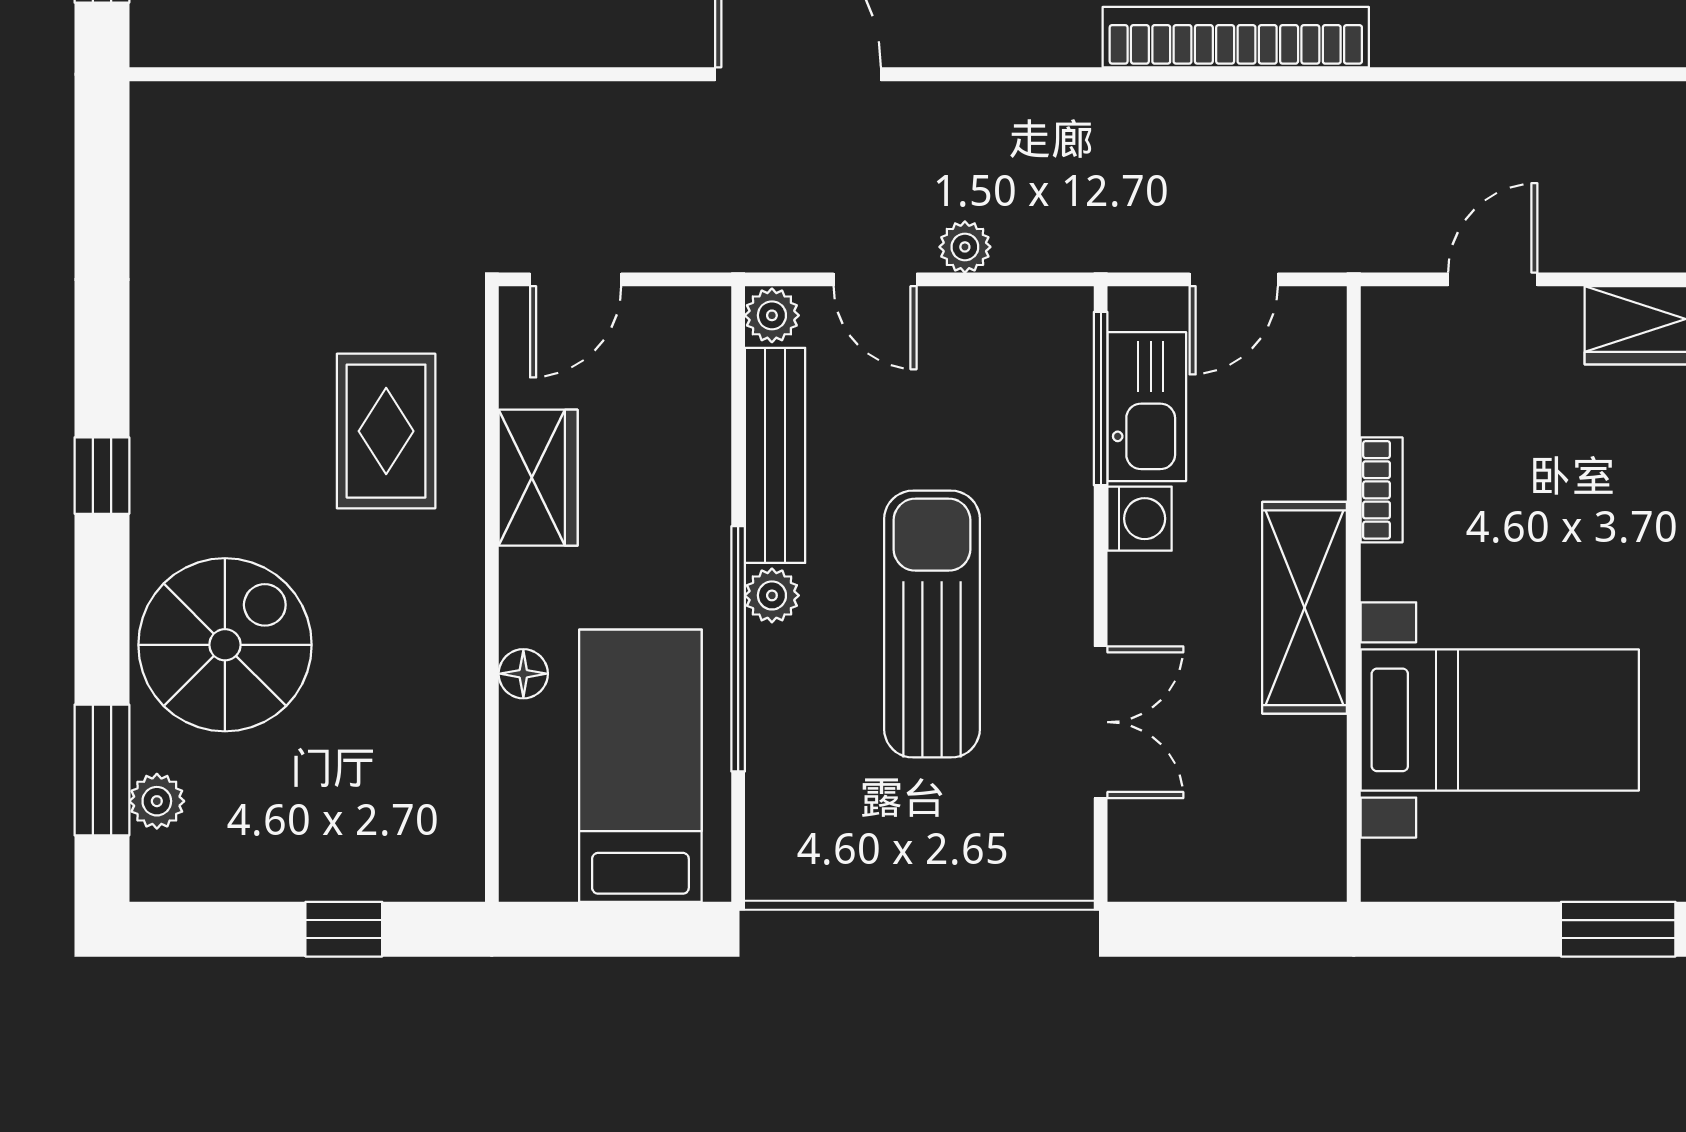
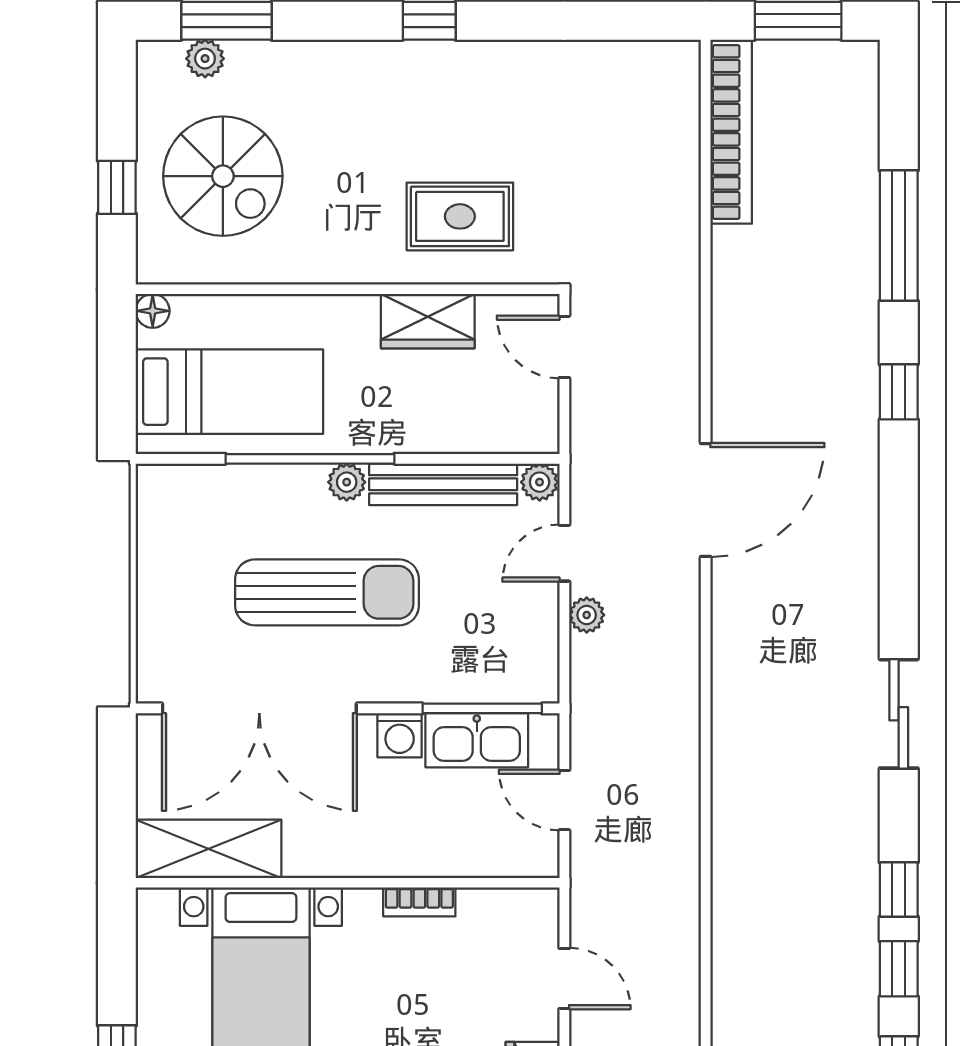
bookcase: (1236, 37) -> (731, 132), moved
shelving: (1305, 608) -> (209, 849), moved
spiral stairs: (225, 645) -> (223, 176), moved
floor lamp: (523, 674) -> (153, 311), moved
double door: (1101, 722) -> (259, 708), width x1.87

